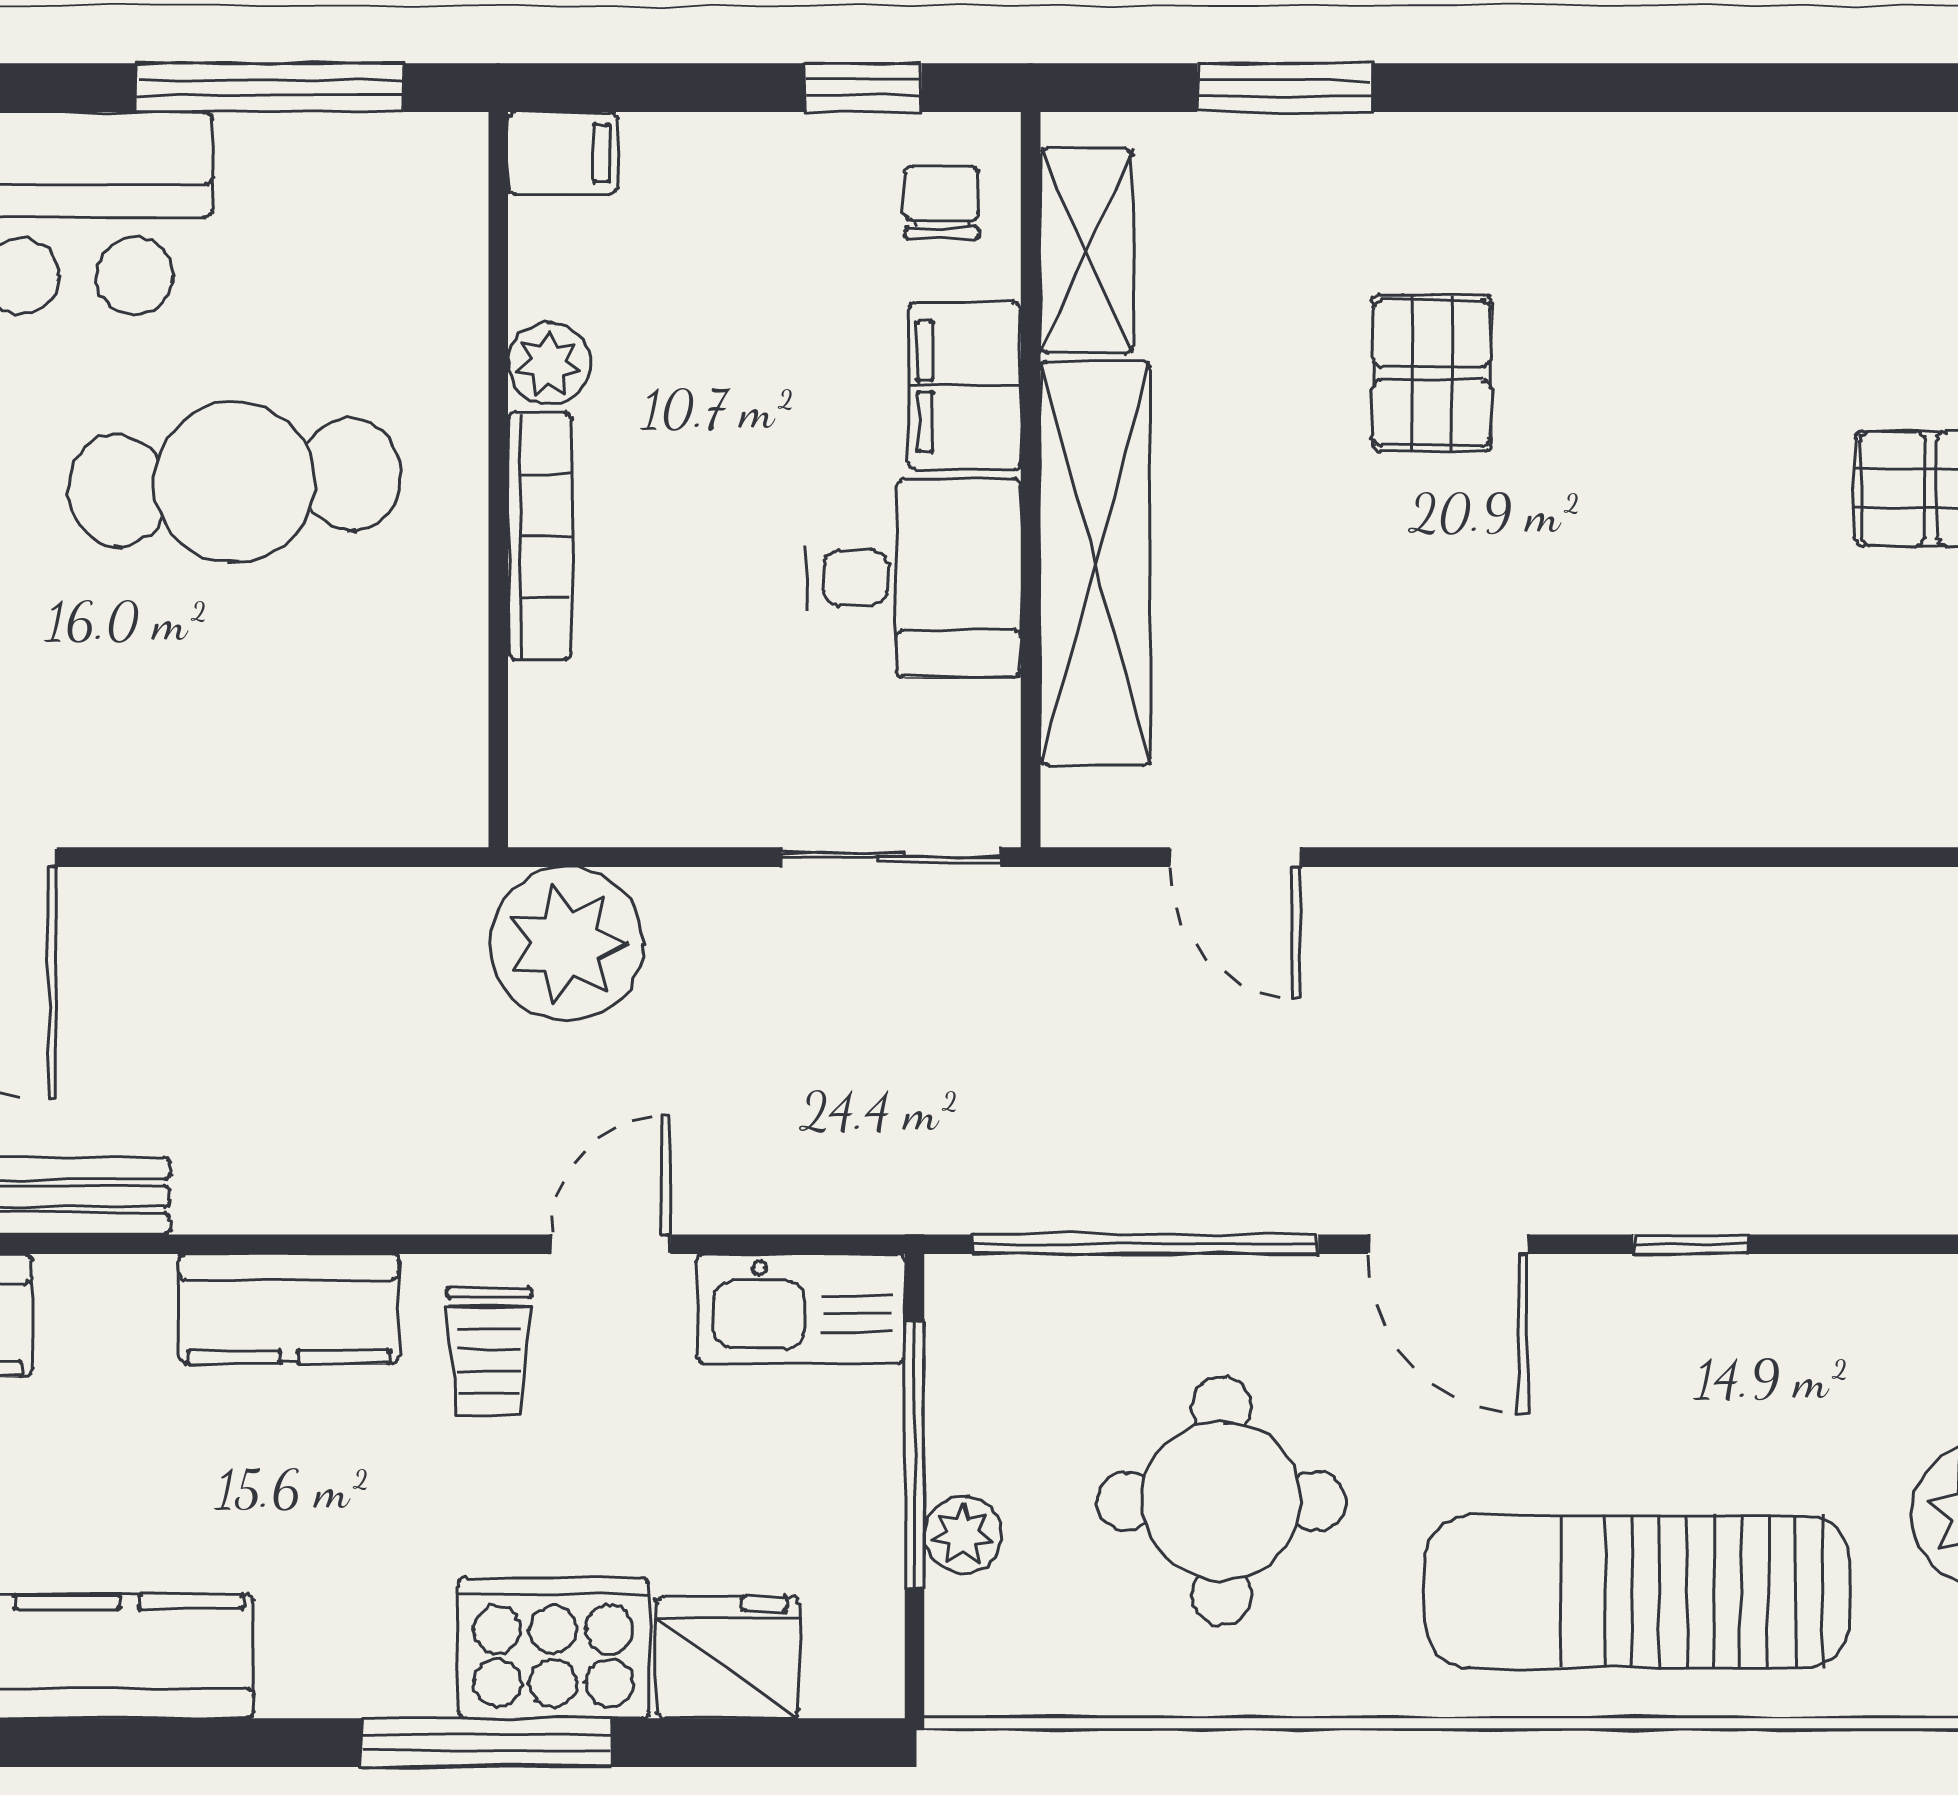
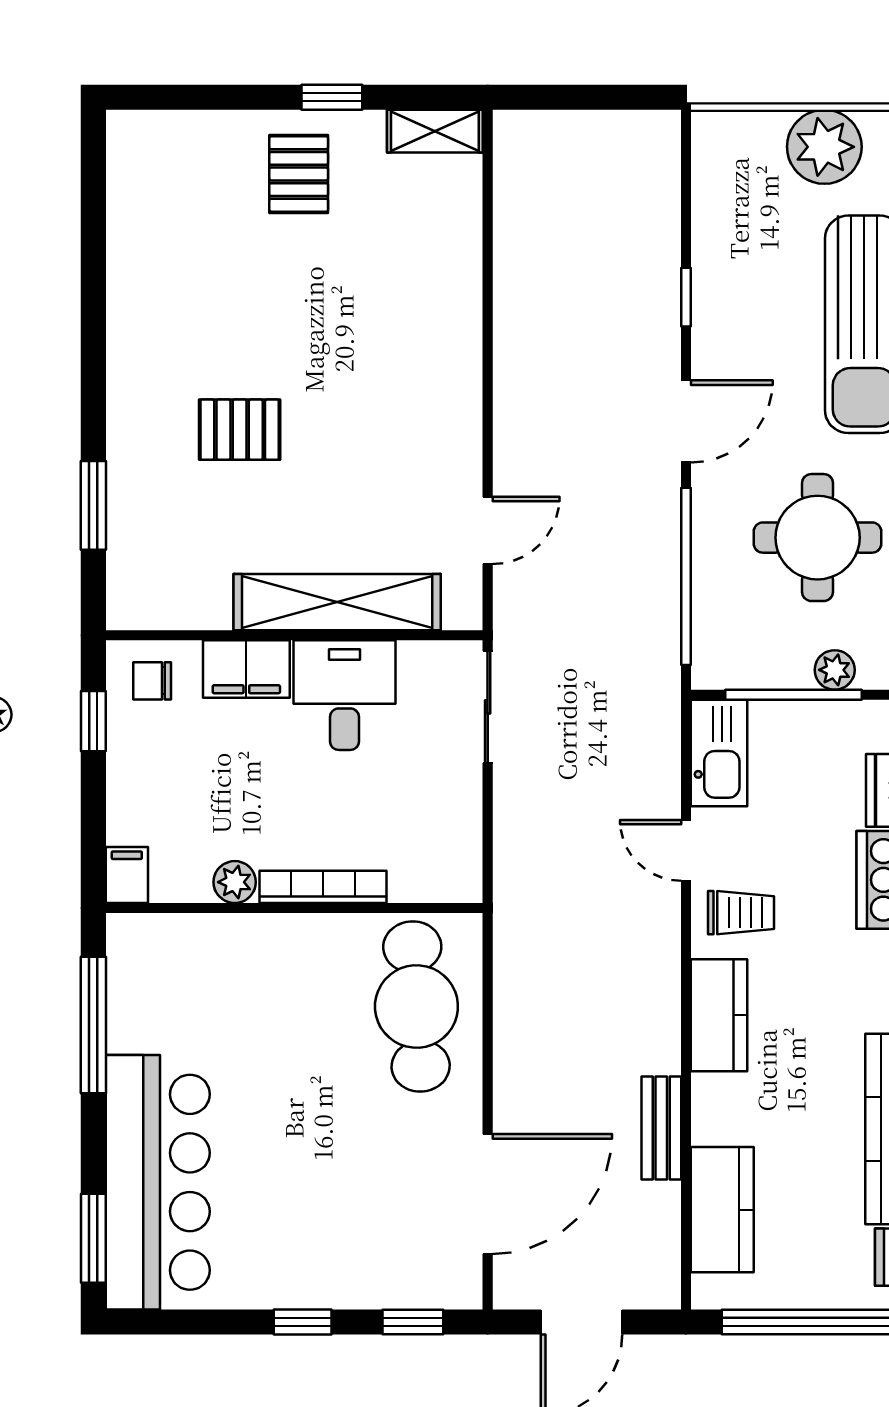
shelving: (1086, 251) -> (177, 607), removed
cafe table: (234, 483) -> (416, 1006), moved
plant: (566, 944) -> (532, 873), removed

